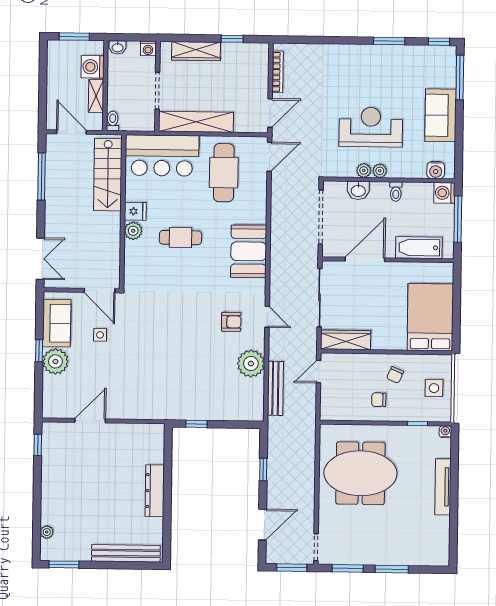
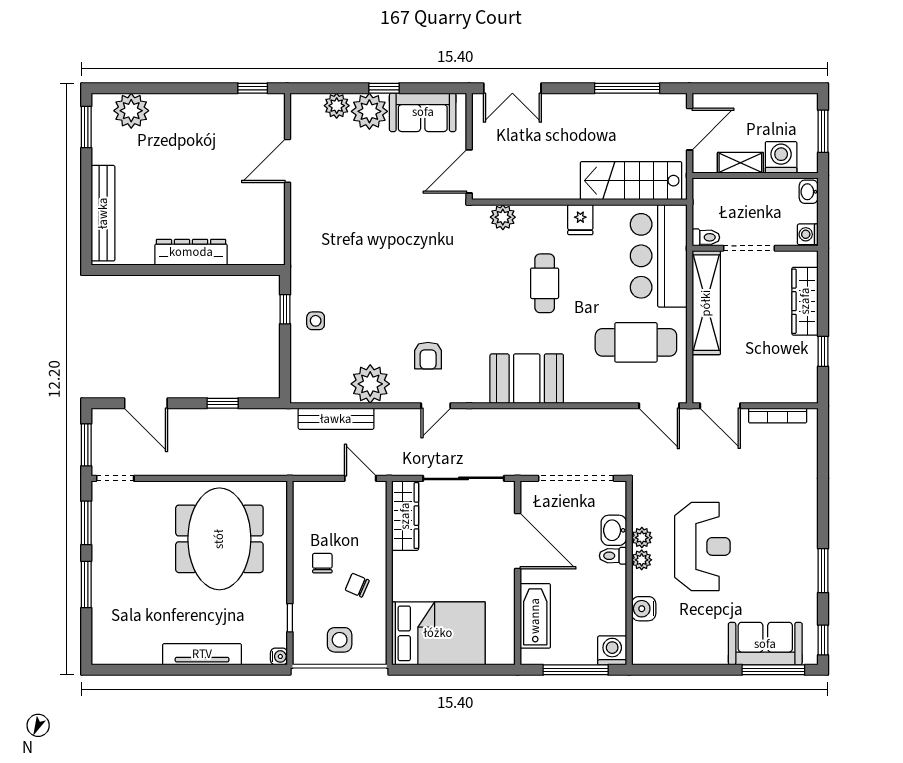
sofa: (441, 115) -> (765, 644), moved
toilet: (113, 121) -> (706, 237), moved
water cooler: (436, 170) -> (644, 609), moved
toilet: (396, 192) -> (613, 556), moved
plant: (133, 231) -> (503, 217), moved
side table: (100, 335) -> (316, 321), moved
plant: (51, 385) -> (337, 106), added
door: (90, 421) -> (287, 161), swing flipped
plant: (47, 532) -> (131, 111), width x1.87, depth x1.87

